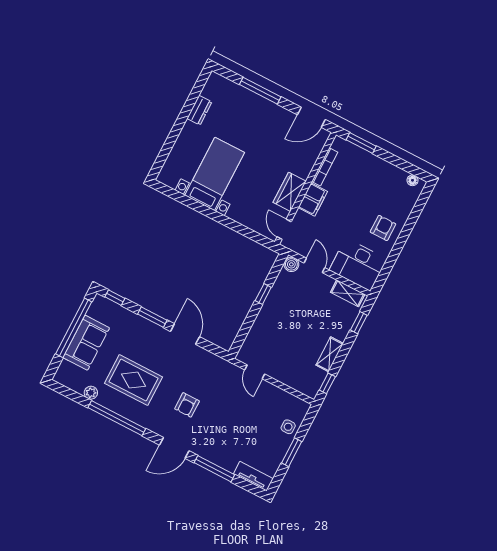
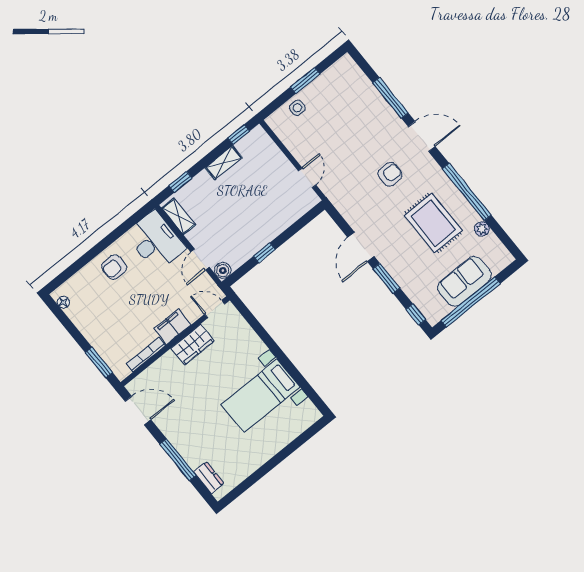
dresser: (199, 110) -> (209, 478), moved, turned 90
door: (284, 229) -> (215, 309), swing flipped
tv unit: (253, 476) -> (354, 73), removed

